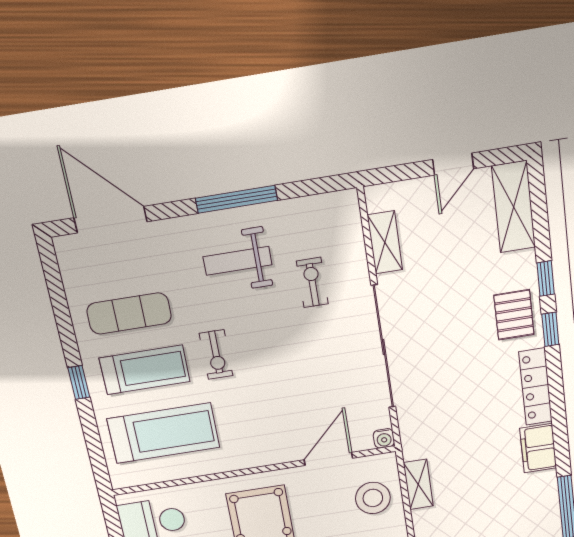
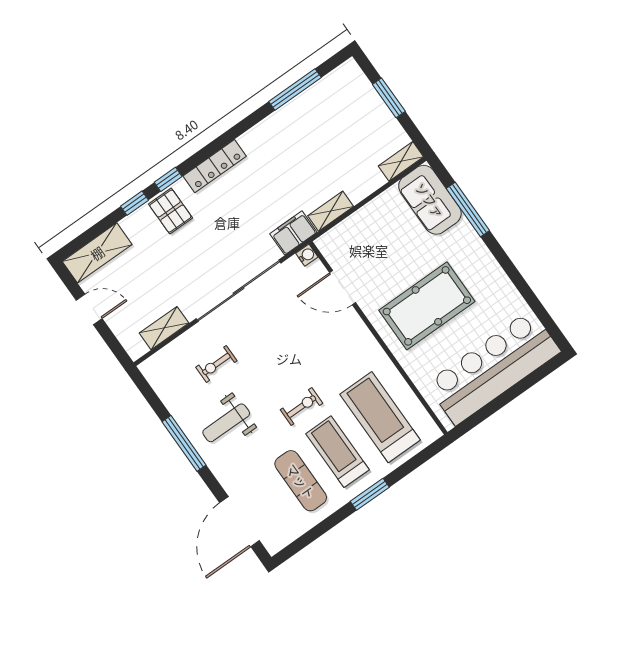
weight bench: (238, 261) -> (226, 423), turned 90
pallet: (514, 315) -> (170, 211), turned 90
window: (79, 382) -> (370, 494), width x1.50
filing cabinet: (538, 448) -> (293, 233), moved, turned 180
stool: (373, 498) -> (358, 239), removed

